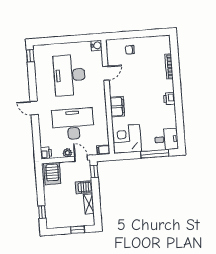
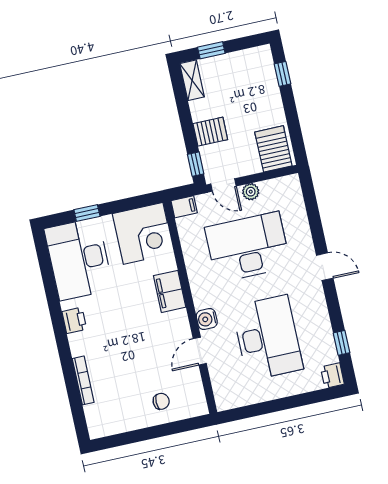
water cooler: (97, 45) -> (207, 319), moved
window: (30, 56) -> (342, 343), moved
desk: (73, 124) -> (248, 247), turned 180
desk: (166, 139) -> (79, 259), width x1.87, depth x1.30
printer: (46, 153) -> (332, 376), moved
window: (155, 154) -> (87, 213), width x0.46
shelving: (89, 204) -> (192, 80), moved

